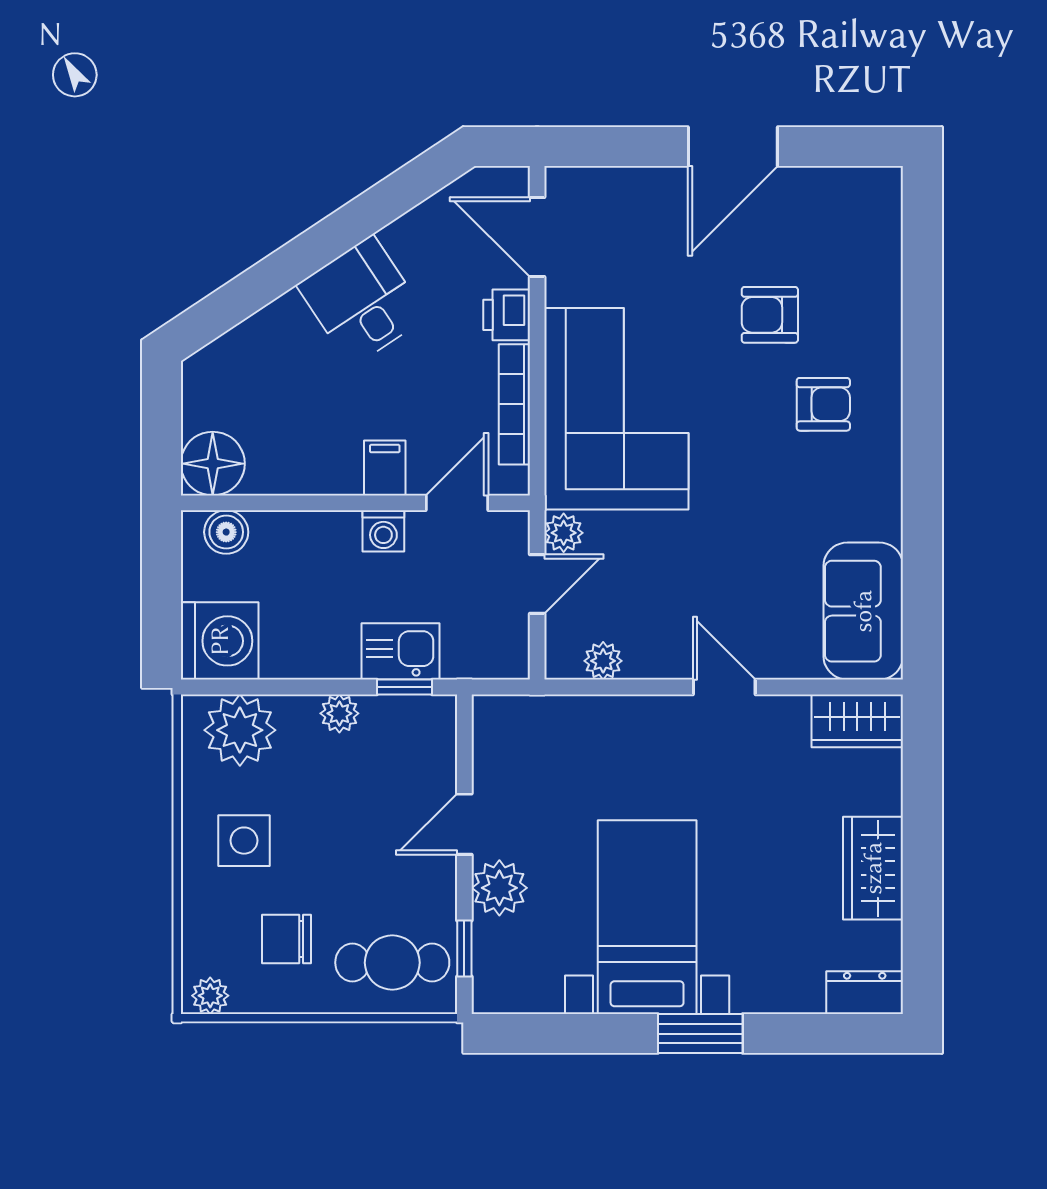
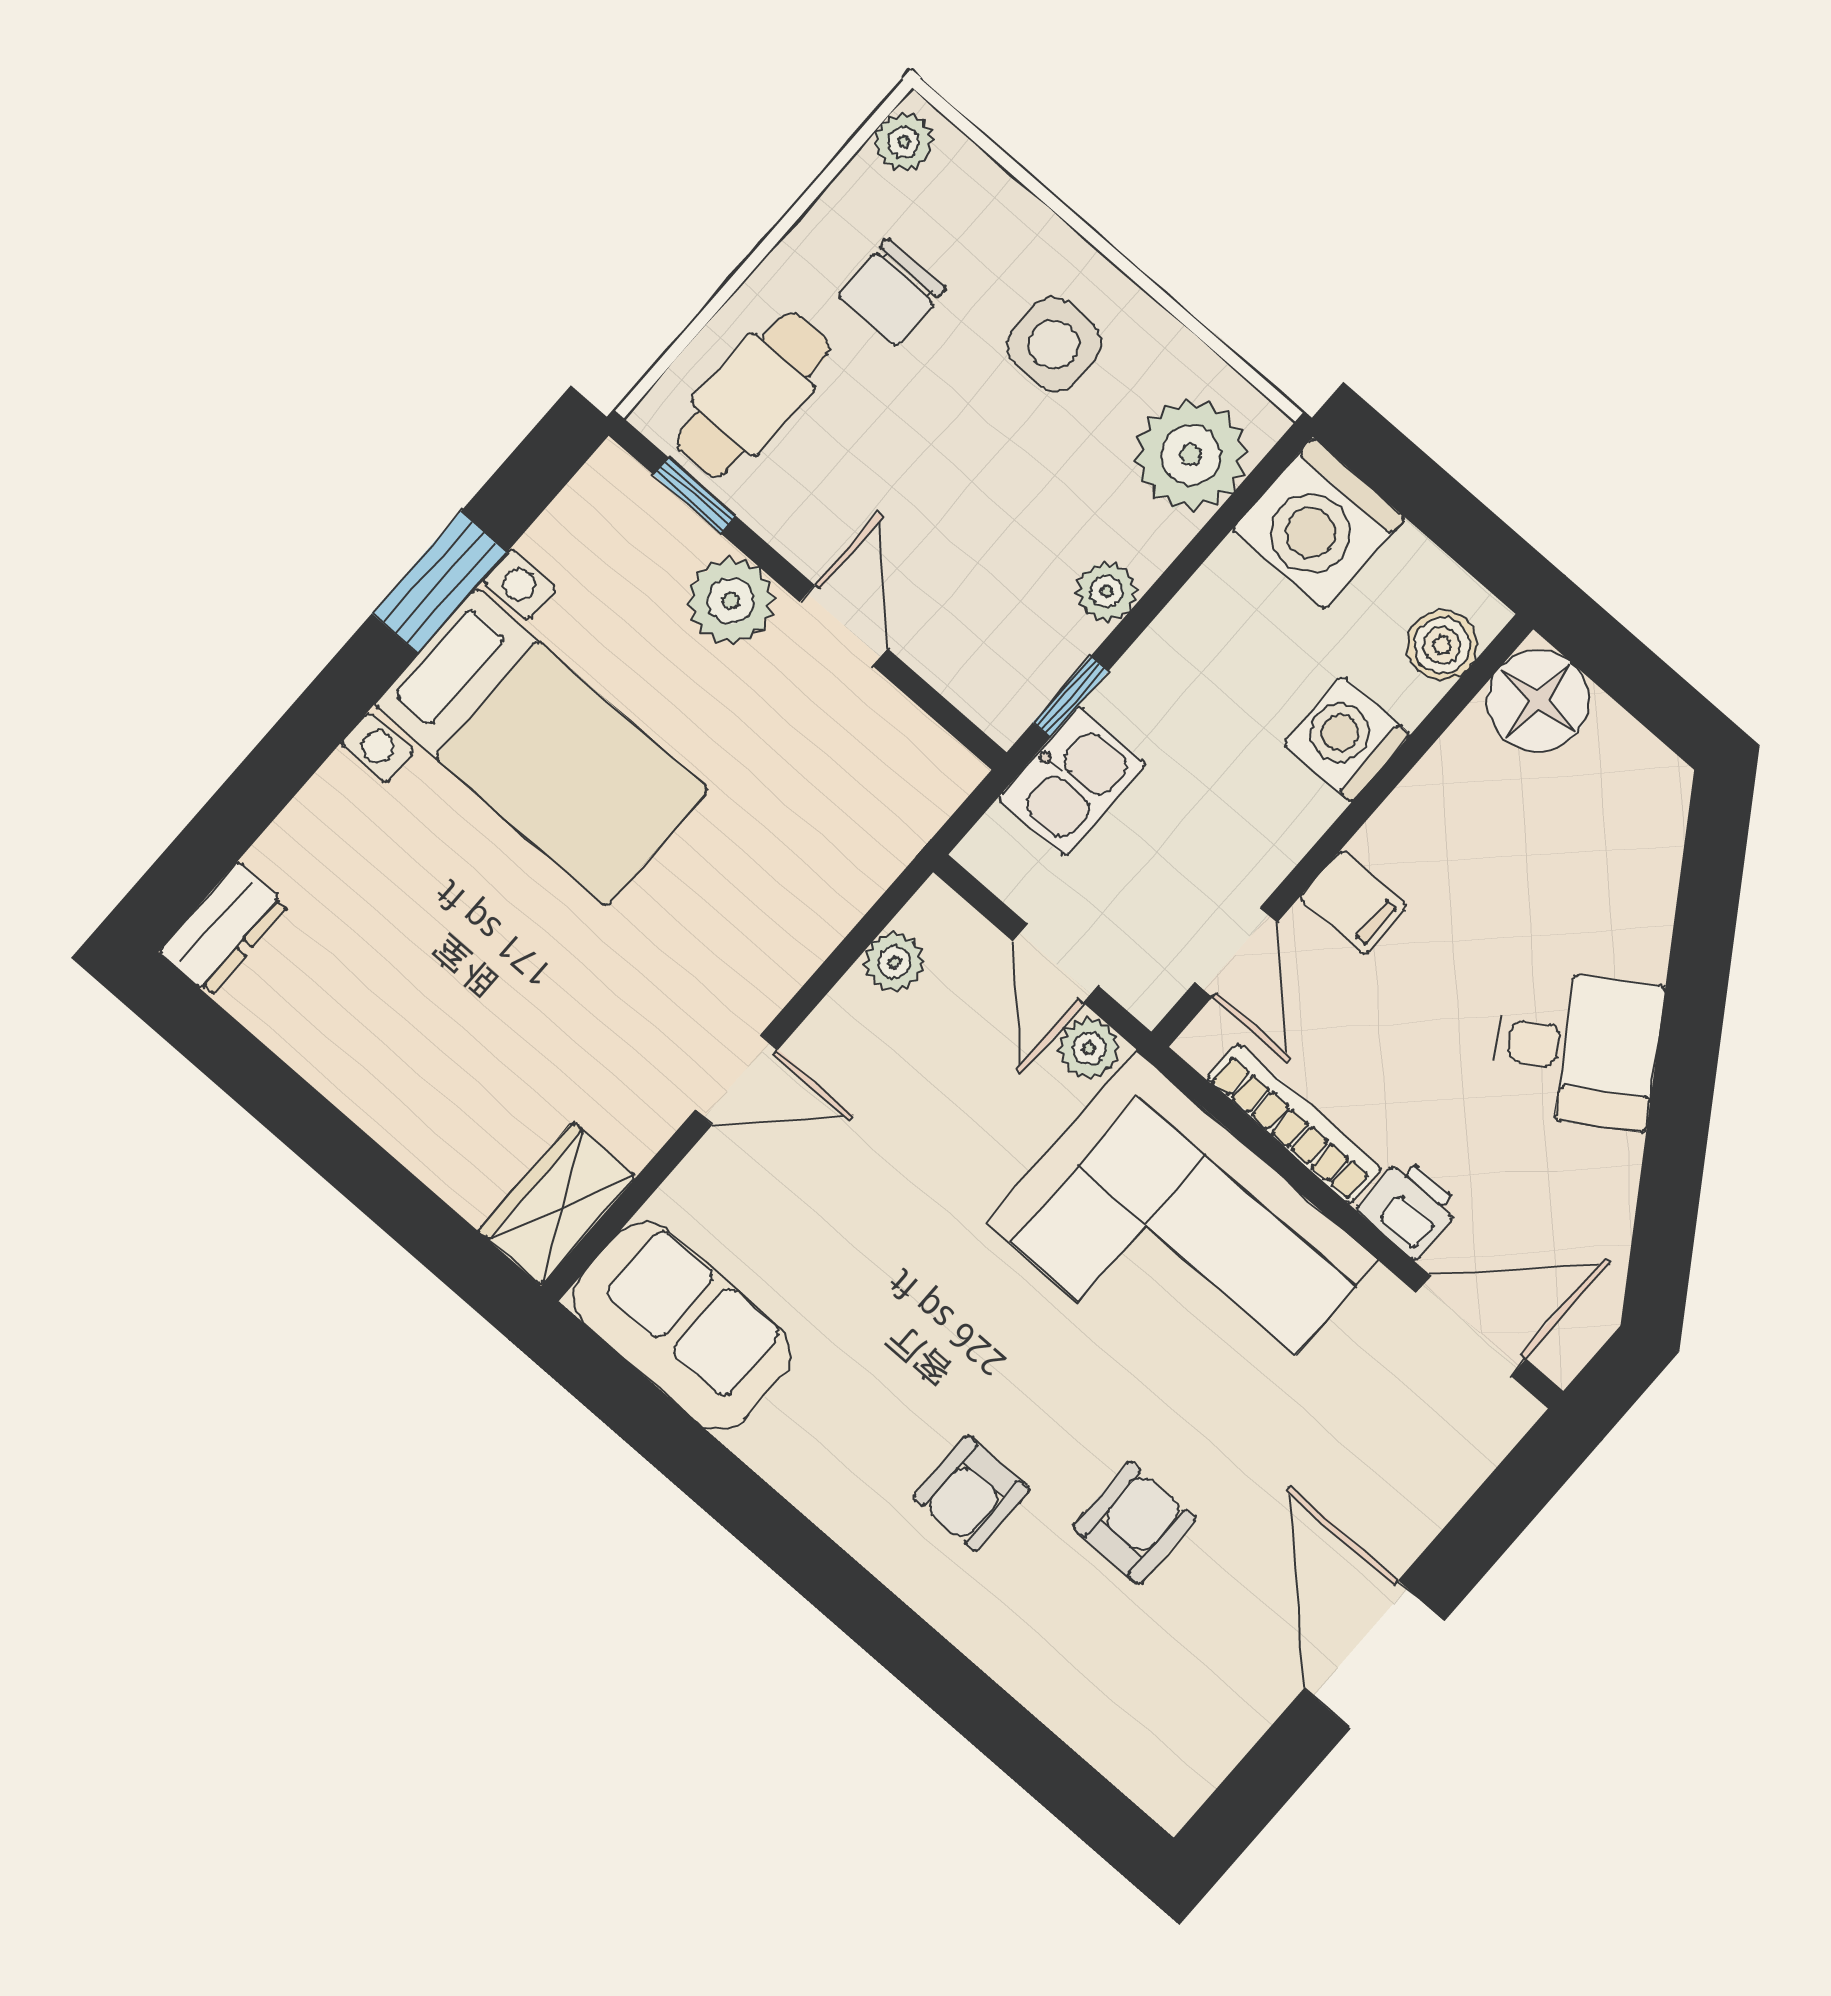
washing machine: (383, 531) -> (1347, 739), moved, width x1.38, depth x1.38
kitchen sink: (400, 651) -> (1072, 781), moved
wardrobe: (873, 868) -> (364, 1069), removed
chair: (287, 939) -> (892, 293), turned 180
window: (700, 1034) -> (439, 583), moved

